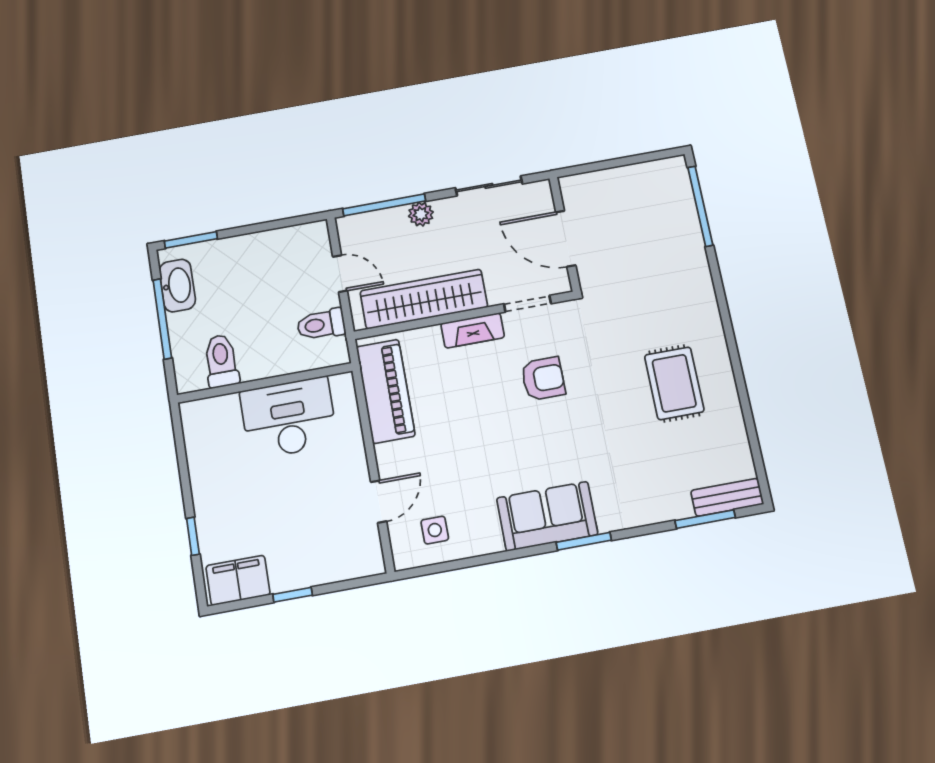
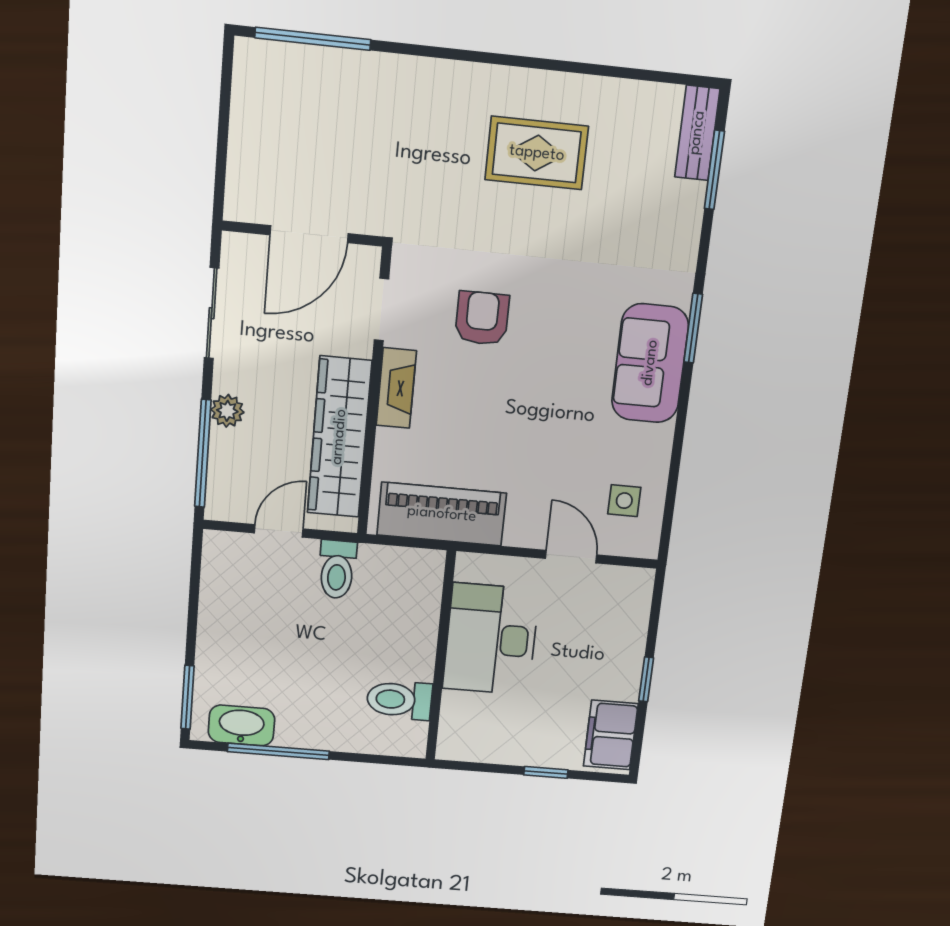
toilet: (221, 361) -> (399, 700), moved
wall: (265, 383) -> (441, 657), moved
desk: (289, 418) -> (491, 639), moved

